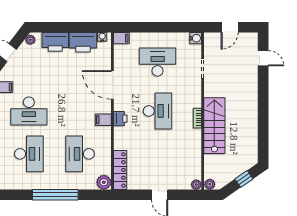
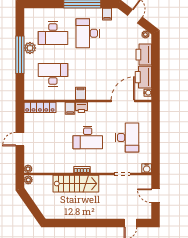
filing cabinet: (121, 38) -> (70, 108), moved
door: (112, 85) -> (123, 101), moved
window: (244, 179) -> (33, 208), removed
plant: (104, 182) -> (30, 48), moved

